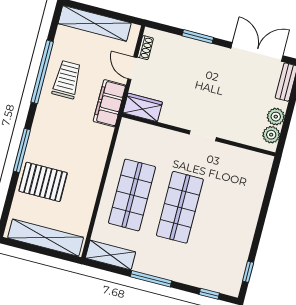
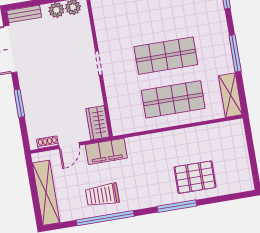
pallet: (43, 182) -> (195, 177), turned 90
shelving: (46, 238) -> (240, 155), removed

